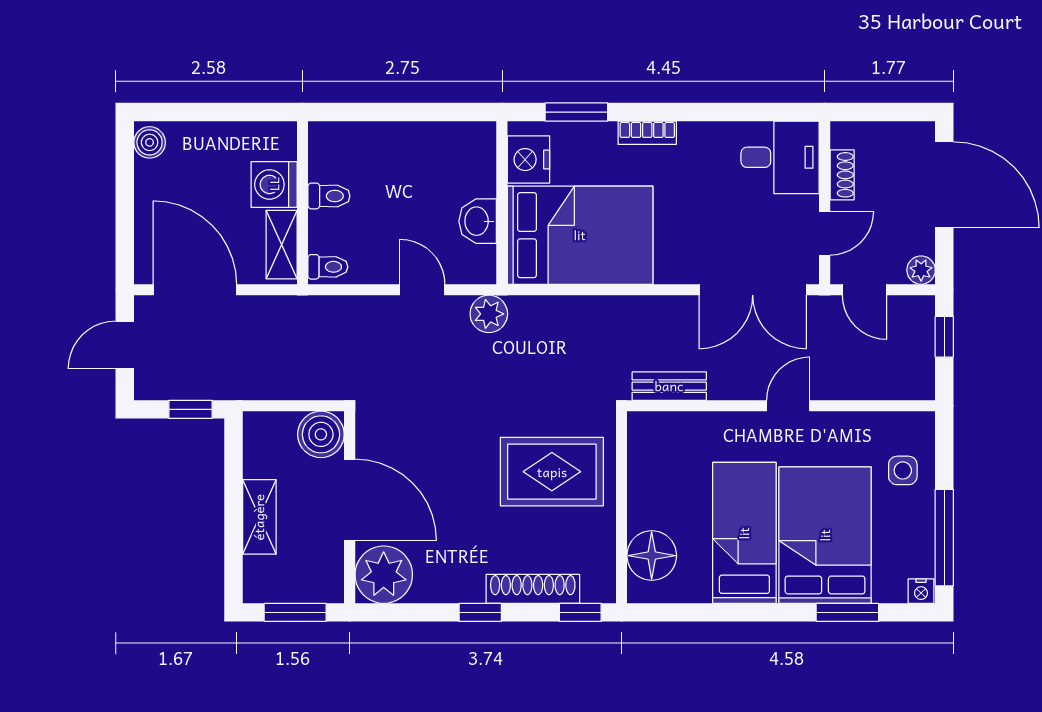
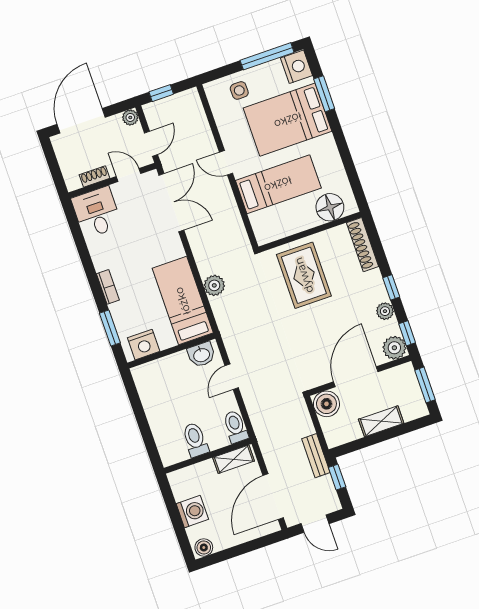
washing machine: (274, 184) -> (192, 512), moved, turned -90
toilet: (329, 196) -> (195, 440), width x1.37, depth x1.39
washbasin: (478, 221) -> (201, 355), moved
bed: (580, 235) -> (183, 301), width x0.67
toilet: (328, 267) -> (235, 427), width x1.37, depth x1.39
plant: (489, 314) -> (214, 285), moved
bench: (669, 386) -> (316, 456), moved
bed: (744, 533) -> (278, 184), moved, turned 180
plant: (384, 575) -> (394, 348), width x0.73, depth x0.73
plant: (444, 588) -> (385, 311), added
shoe rack: (533, 589) -> (363, 245), moved
nightstand: (921, 591) -> (297, 67), width x1.89, depth x1.79
window: (580, 612) -> (407, 333), moved

